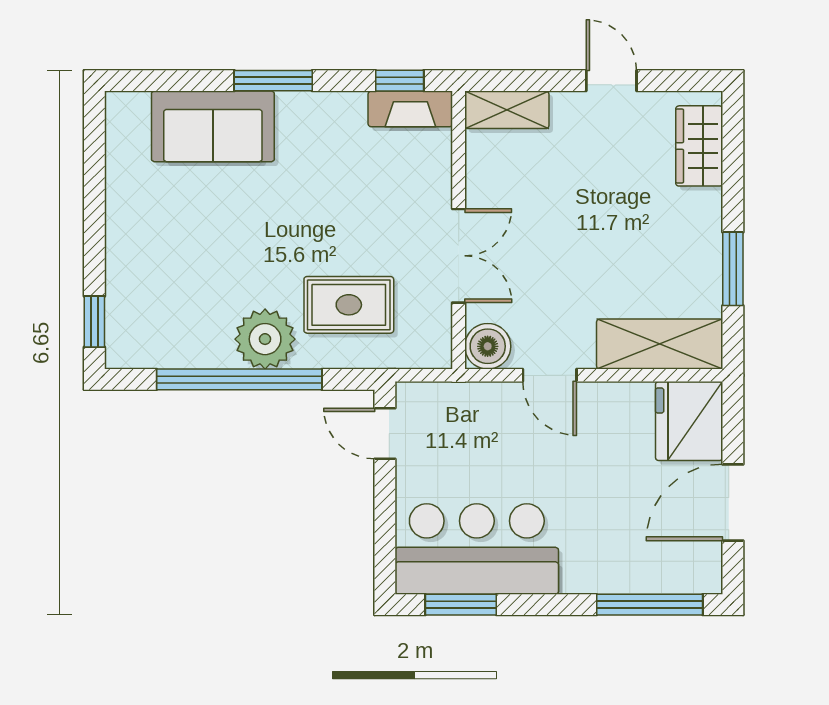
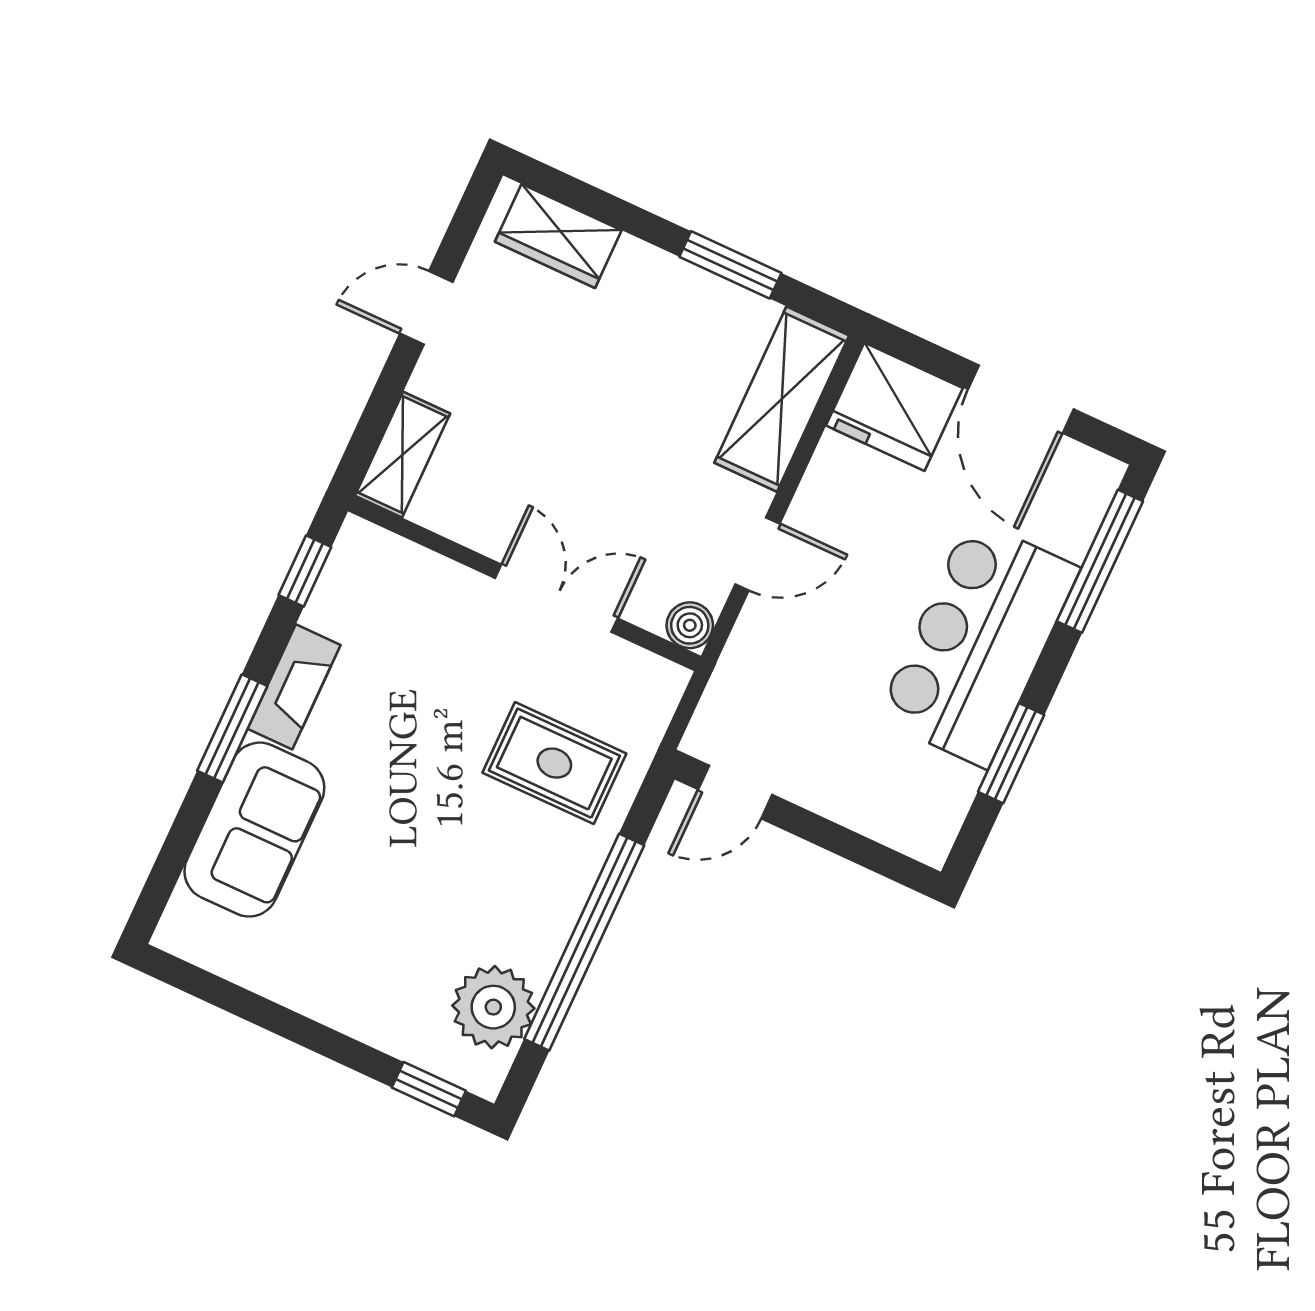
fireplace: (410, 109) -> (294, 687), moved
rug: (349, 305) -> (554, 763), turned 90
plant: (265, 339) -> (493, 1007), moved
boiler: (488, 346) -> (690, 625), width x0.73, depth x0.73
bar counter: (477, 549) -> (978, 643), moved
window: (461, 605) -> (1011, 753), moved

